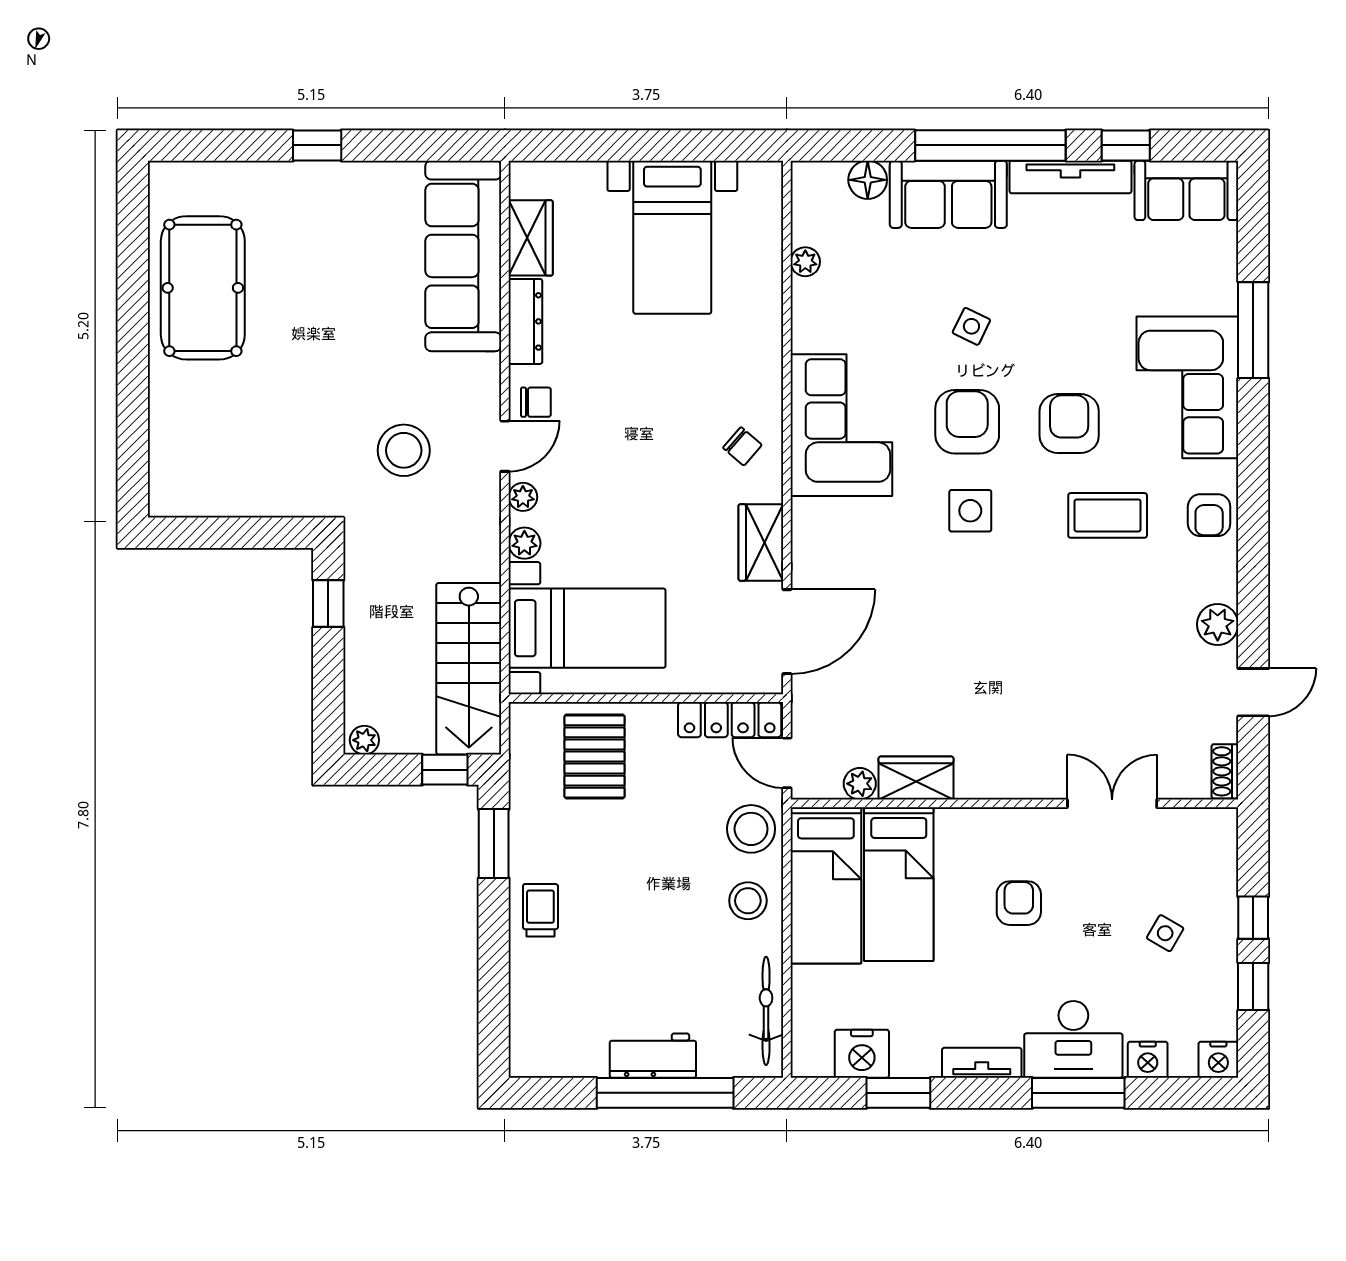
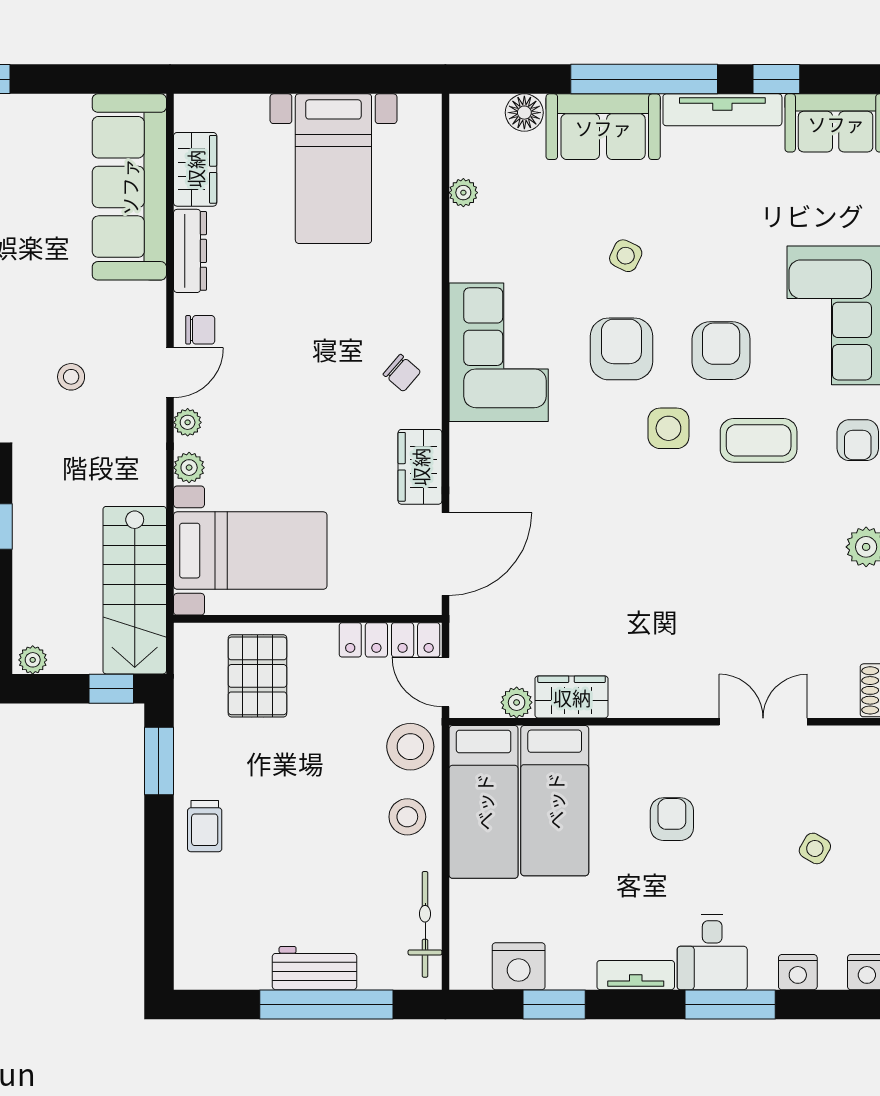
stool: (404, 450) -> (71, 377), width x0.53, depth x0.53
side table: (970, 511) -> (668, 428), moved
trolley: (540, 910) -> (205, 826), turned 180
desk: (1073, 1039) -> (712, 952), width x0.73

